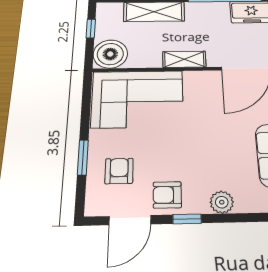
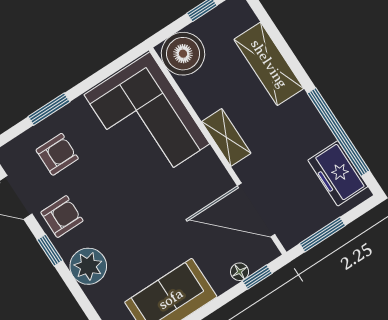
armchair: (167, 195) -> (62, 217), turned 90
plant: (222, 202) -> (88, 266), width x1.36, depth x1.36

